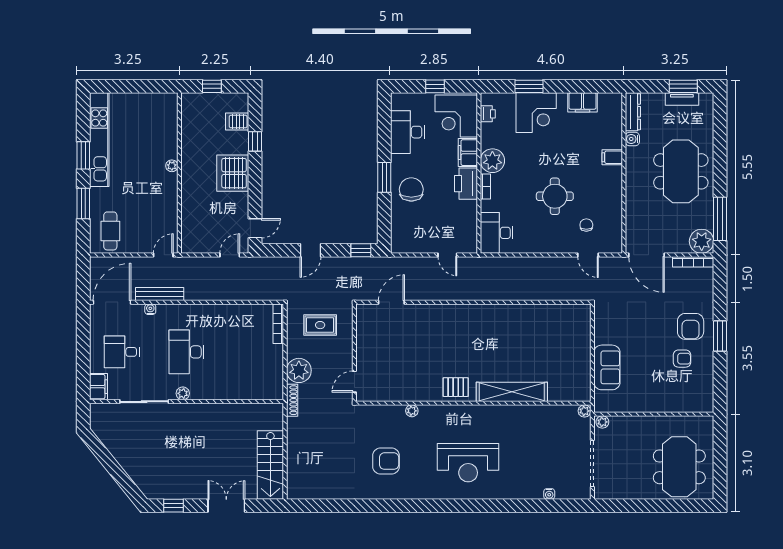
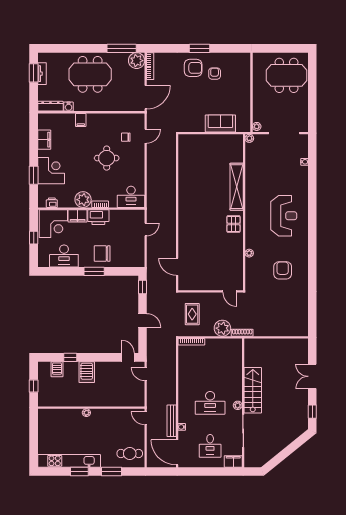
server rack: (233, 173) -> (87, 372), width x0.62
stairs: (270, 465) -> (253, 390), moved, turned -90

